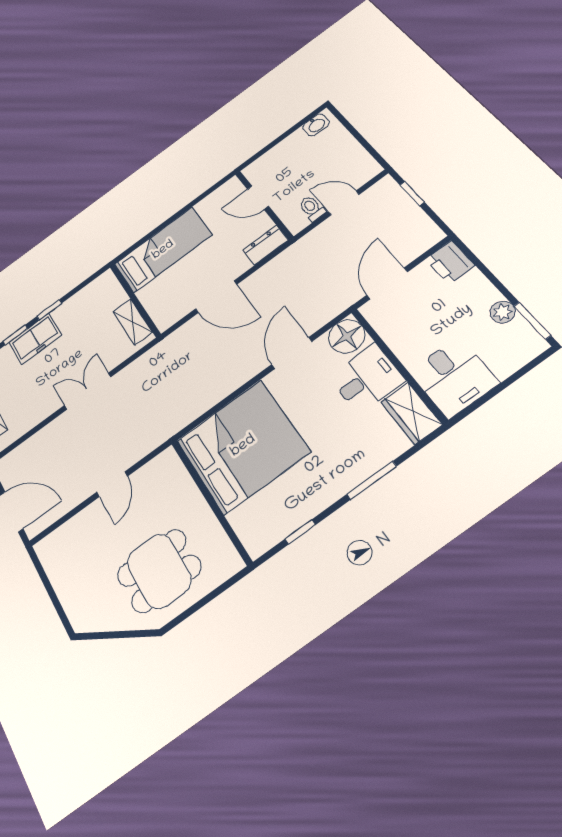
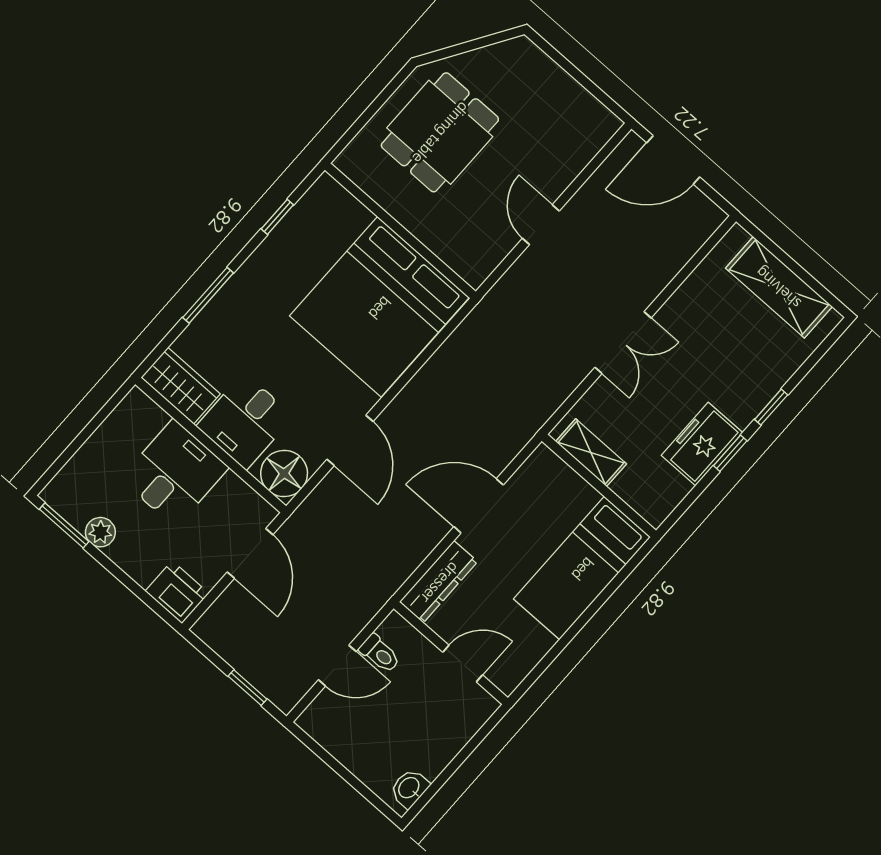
dresser: (266, 245) -> (439, 582), width x1.44
freezer: (35, 339) -> (702, 444), moved
desk: (454, 377) -> (174, 473), moved, turned 90

